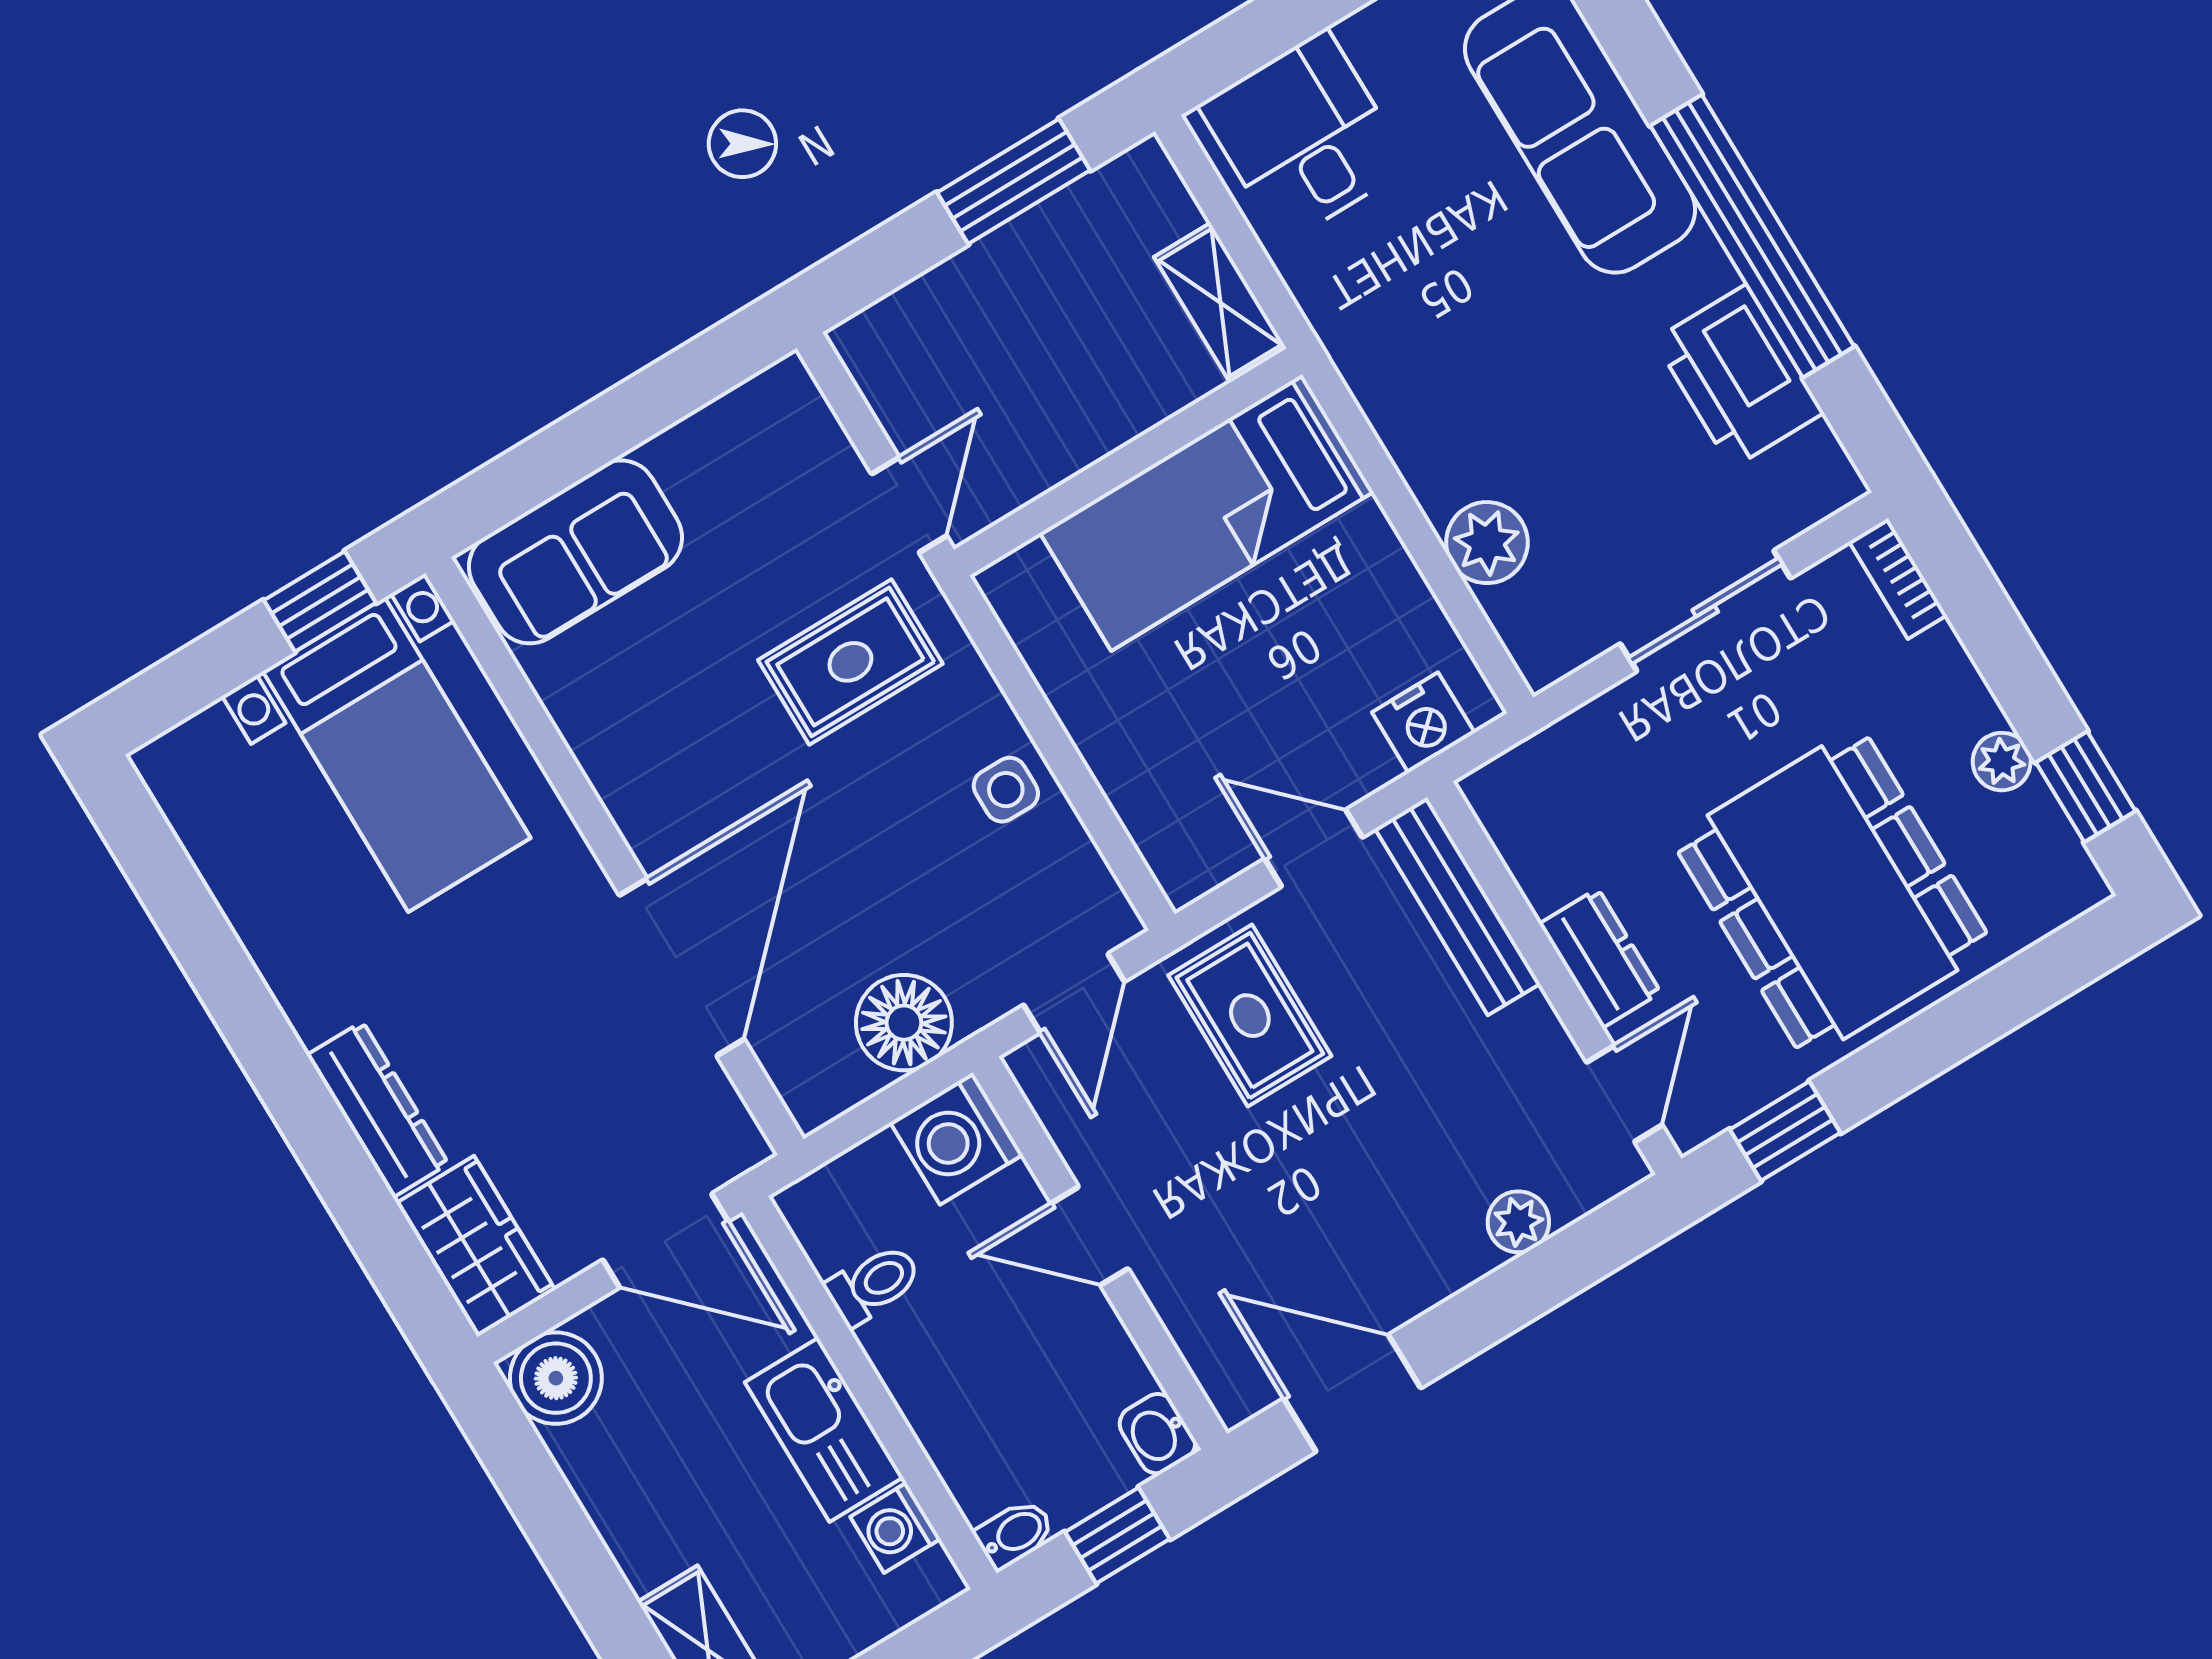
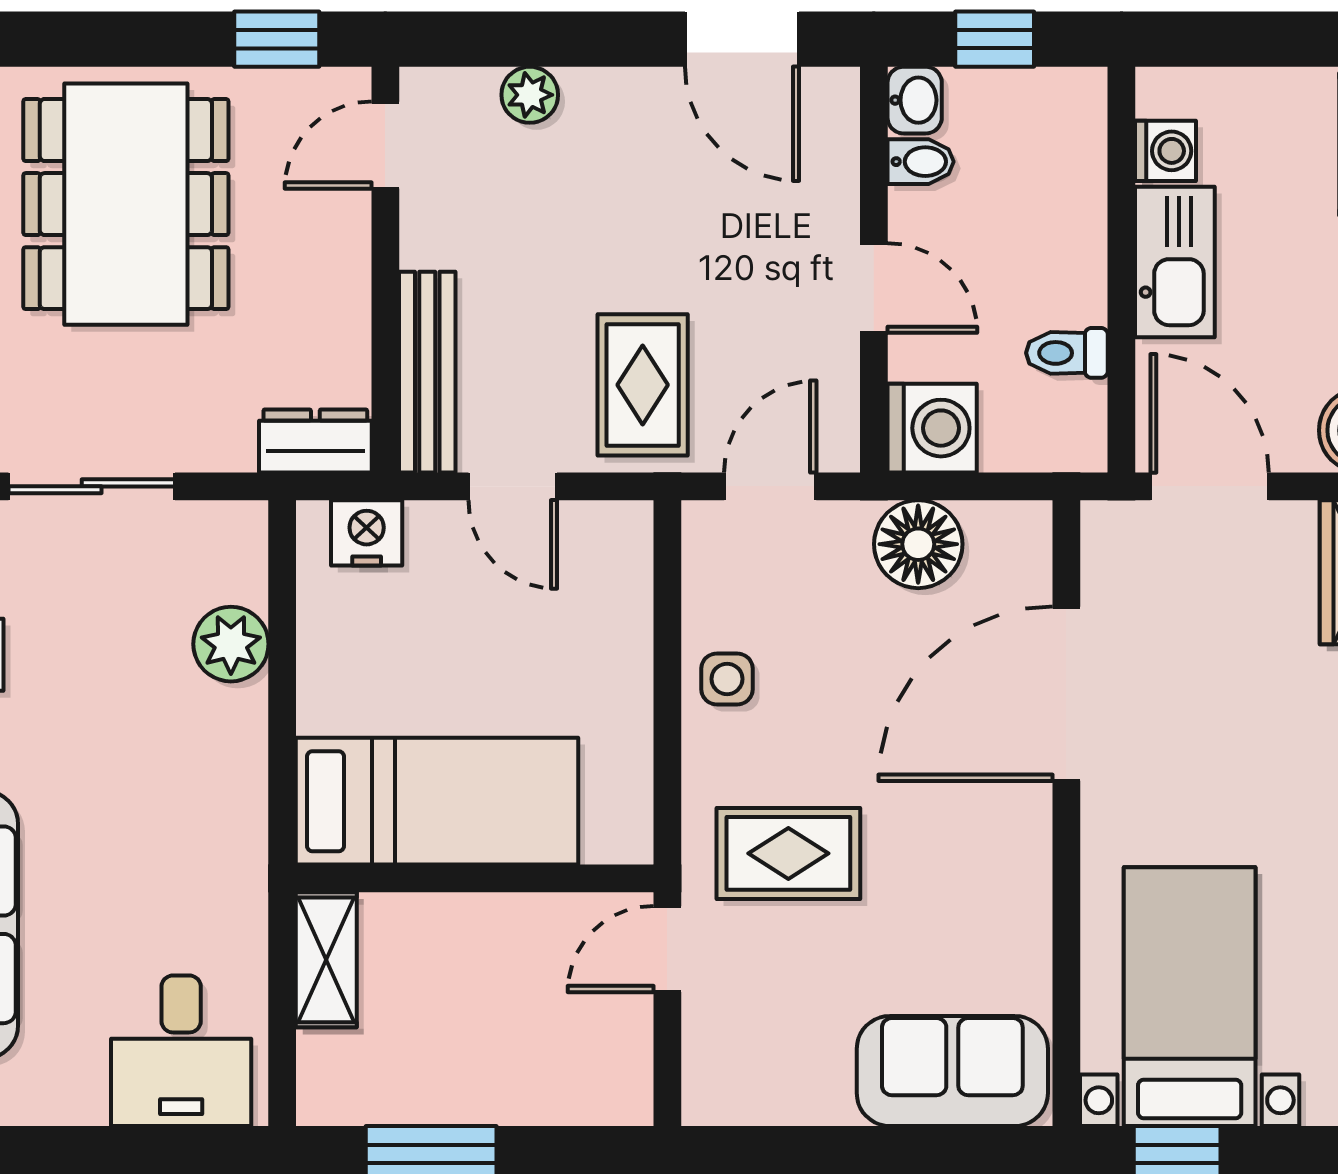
dresser: (1600, 958) -> (315, 441), moved, turned 90
bidet: (1015, 1534) -> (921, 162), moved, turned 180

